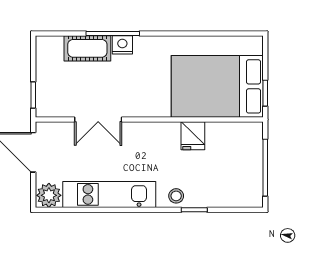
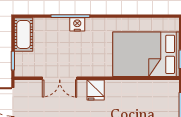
cot: (87, 48) -> (24, 35), moved, turned 90
fridge: (193, 136) -> (96, 90), moved

